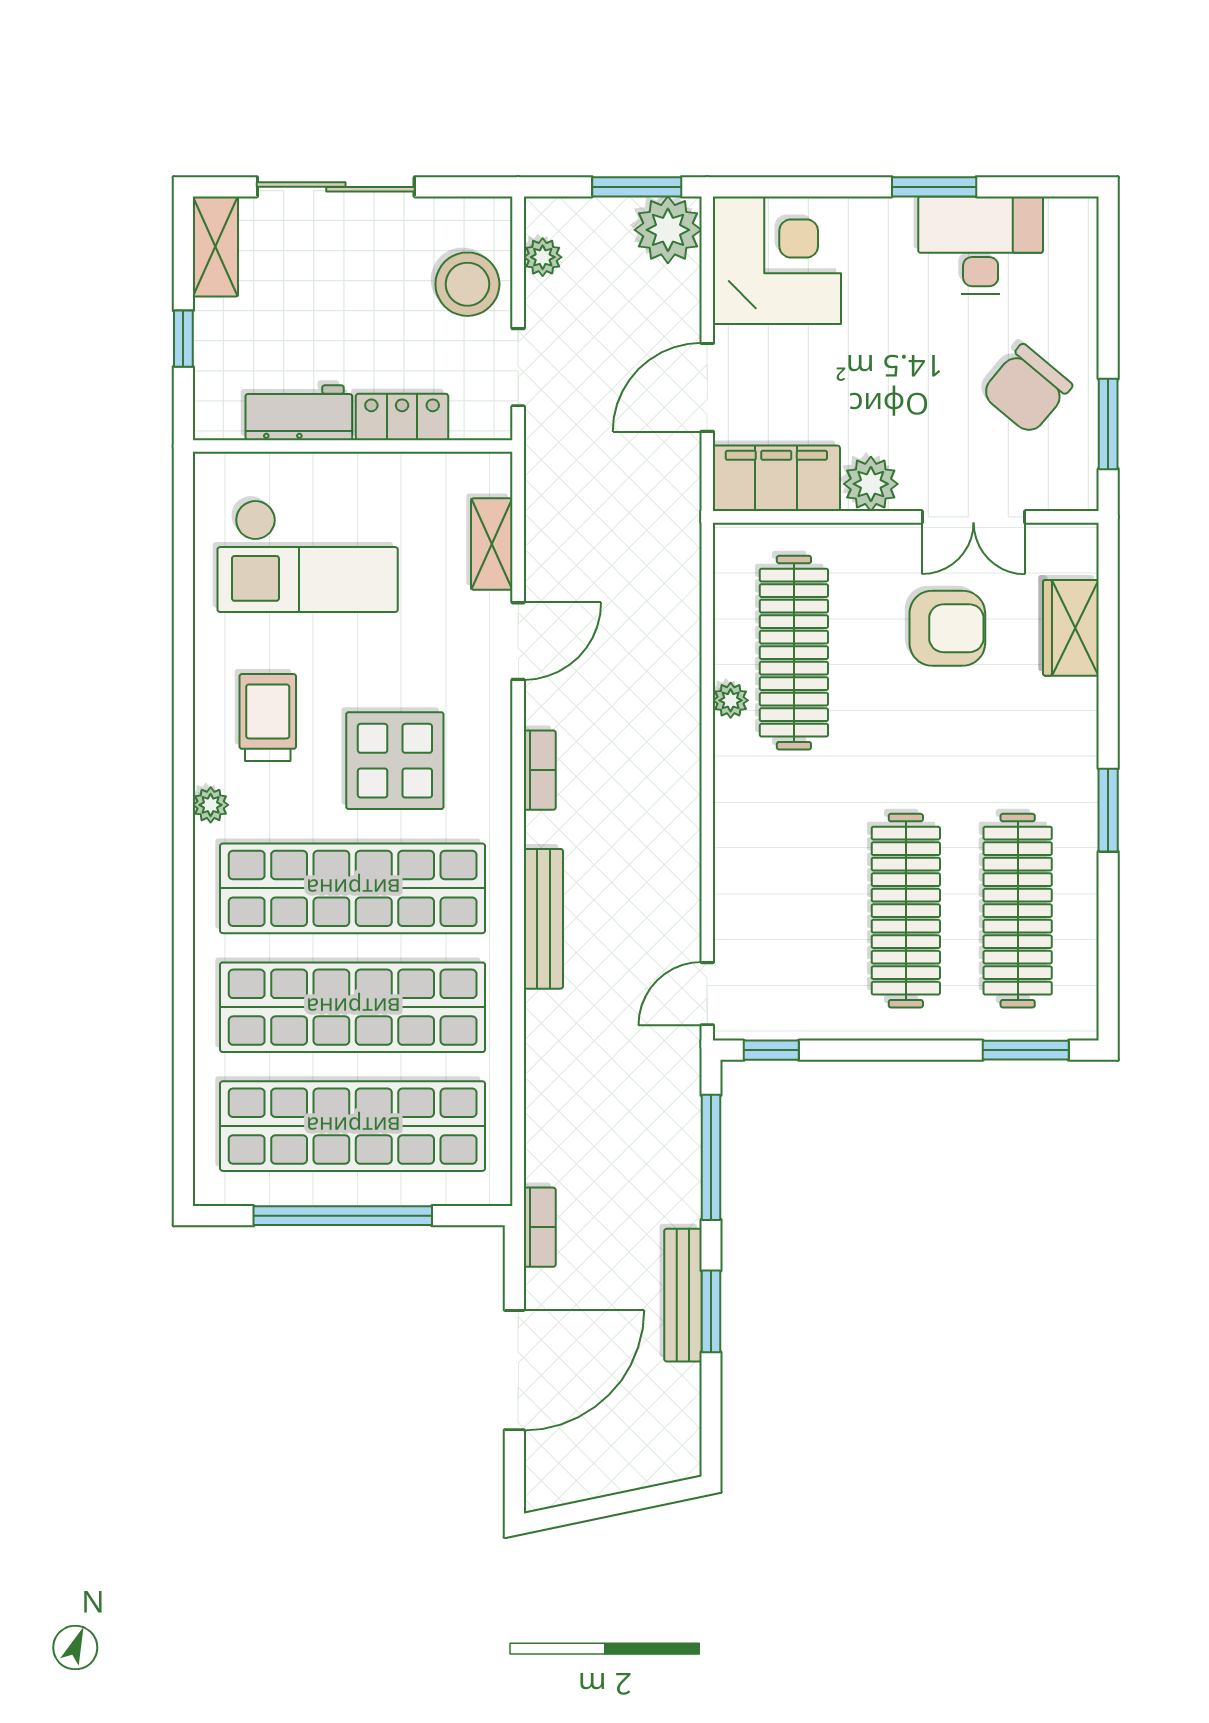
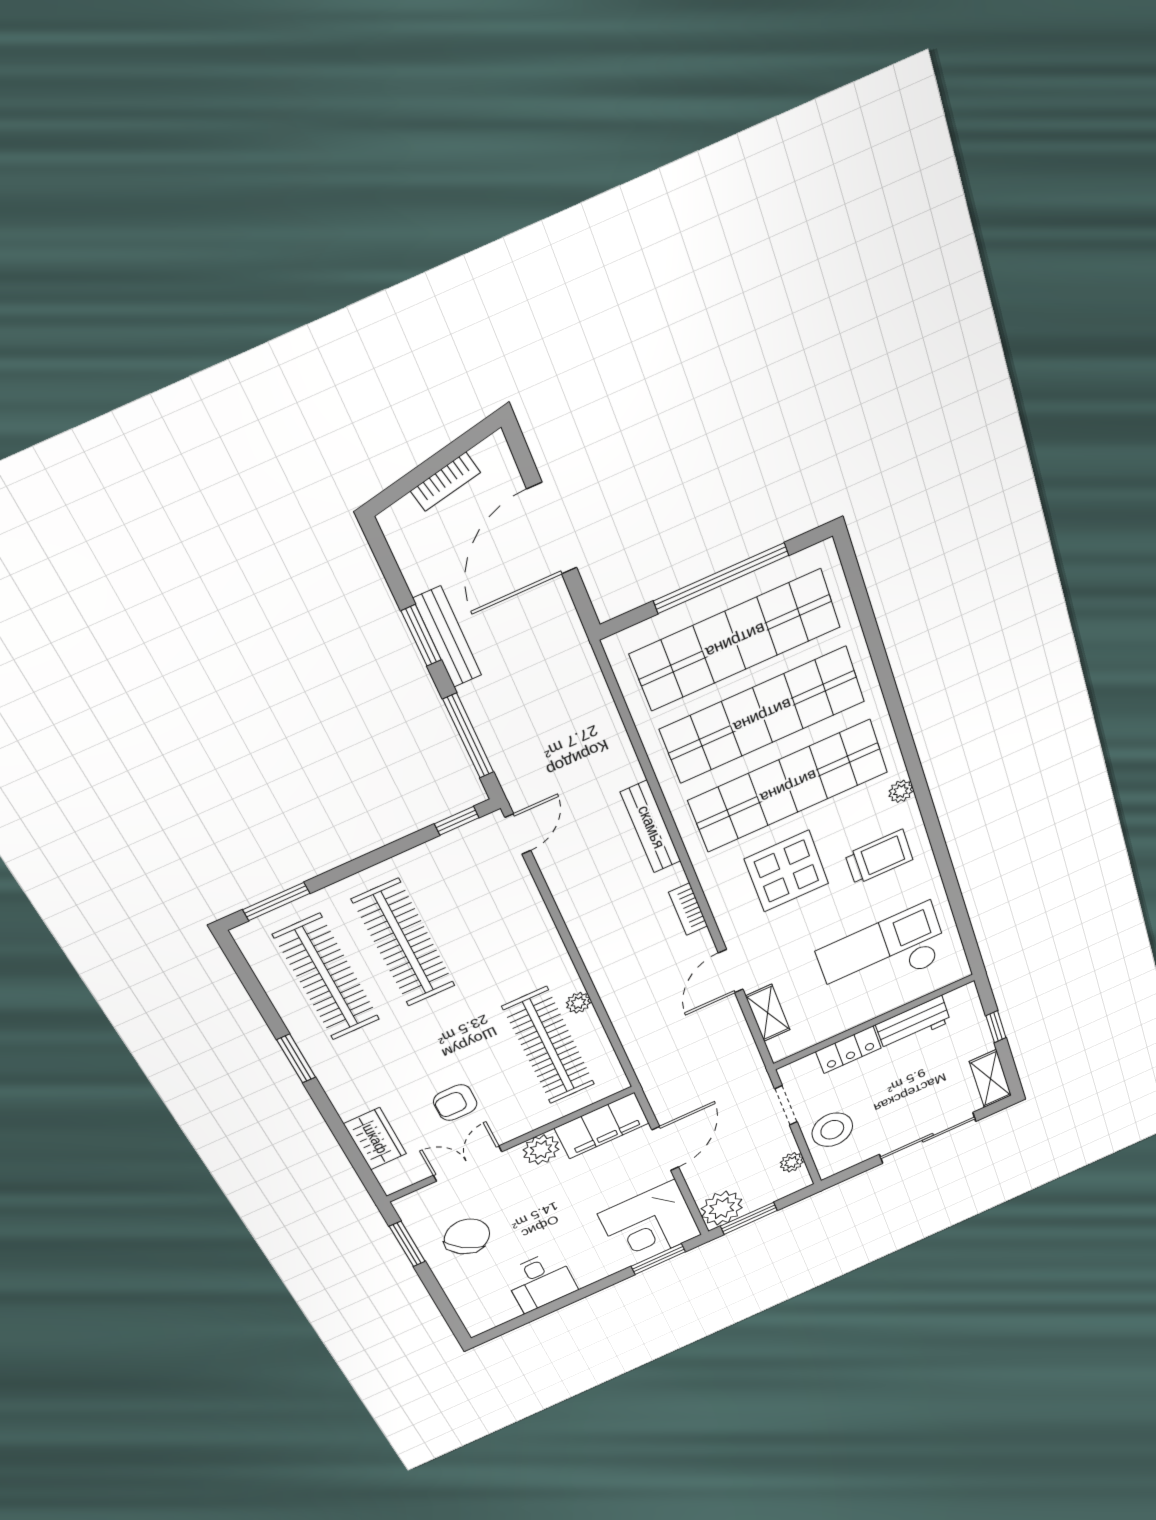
window: (934, 187) -> (658, 1259), moved
desk: (981, 245) -> (541, 1282), width x0.73
armchair: (947, 628) -> (455, 1103), width x0.72, depth x0.72
trolley: (268, 718) -> (879, 857), turned -90
bookcase: (540, 1227) -> (445, 482), moved, turned -102

